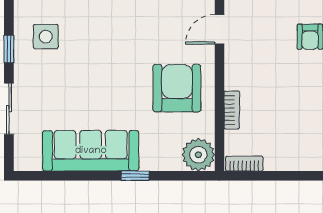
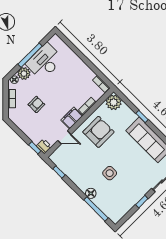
side table: (46, 37) -> (110, 173), moved
filing cabinet: (237, 69) -> (72, 118), added
armchair: (177, 88) -> (98, 132), turned 180

